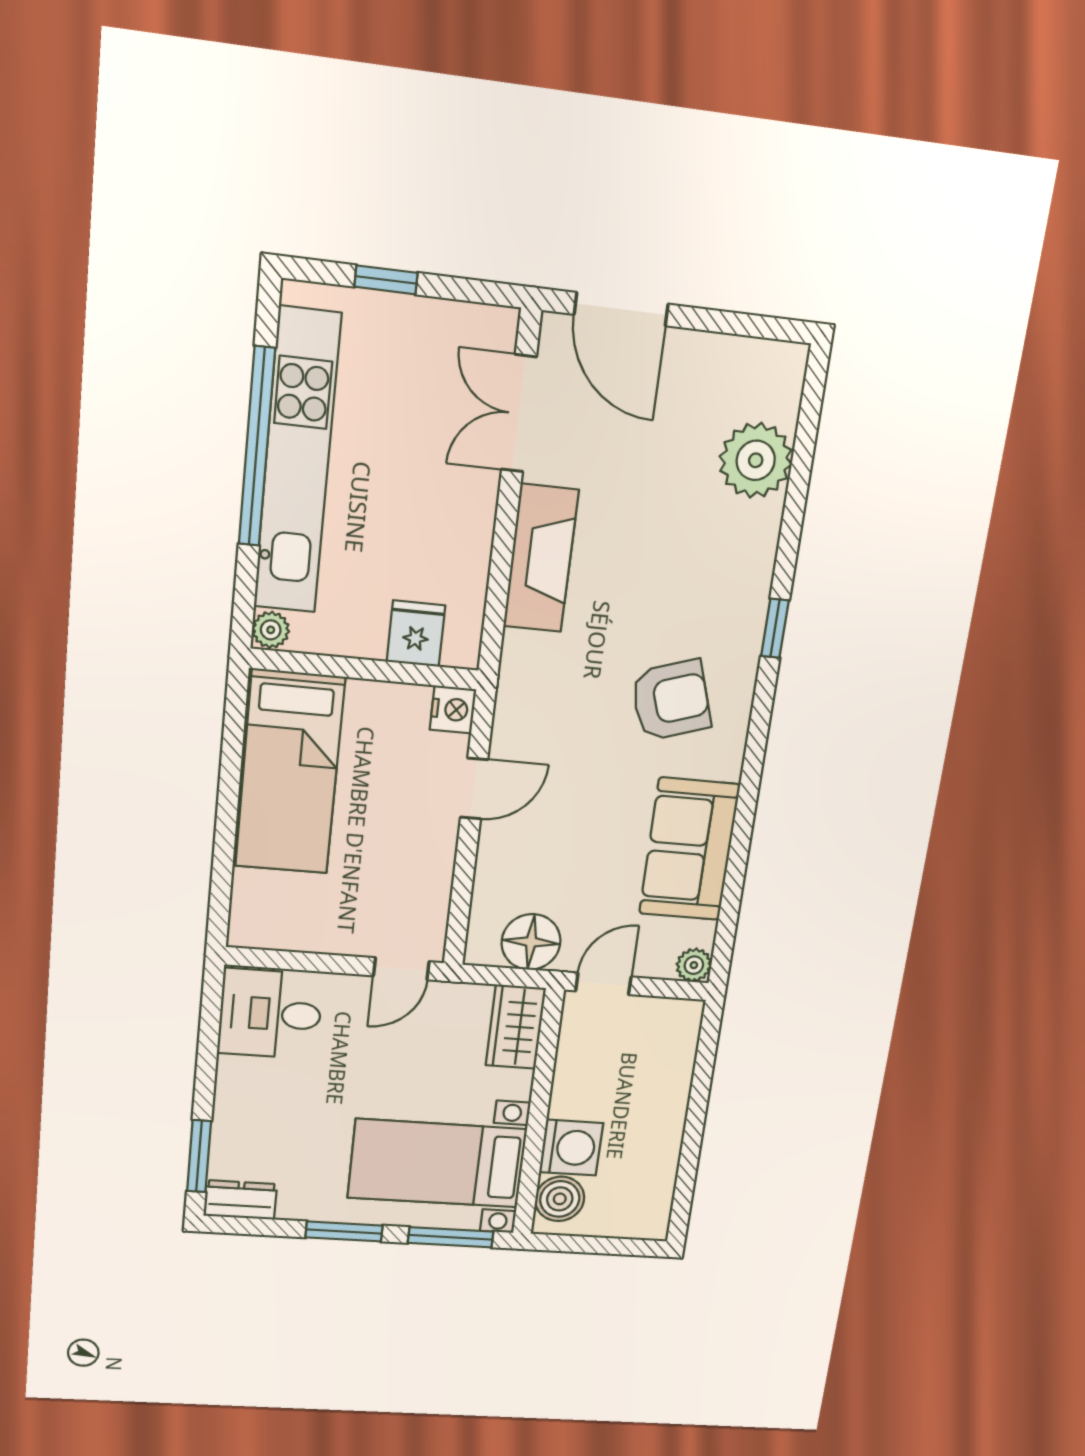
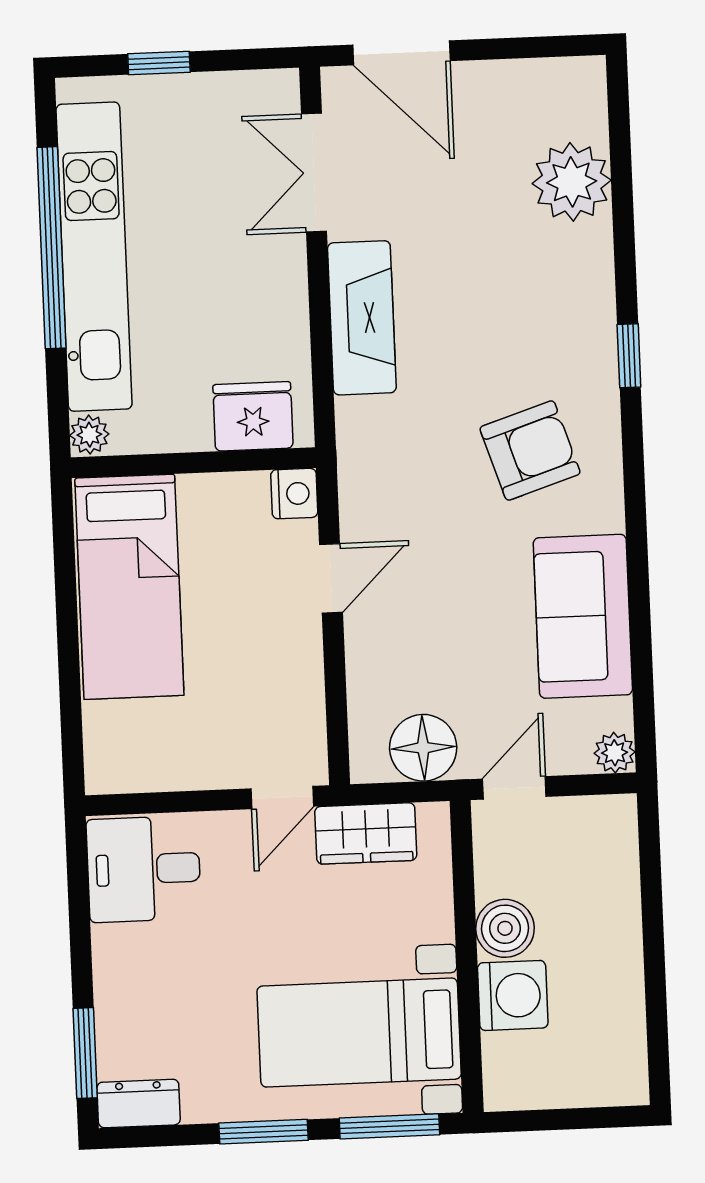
fridge: (416, 634) -> (253, 416), width x1.38
wardrobe: (516, 1027) -> (366, 833), moved, turned -90
boiler: (560, 1199) -> (505, 928), moved

